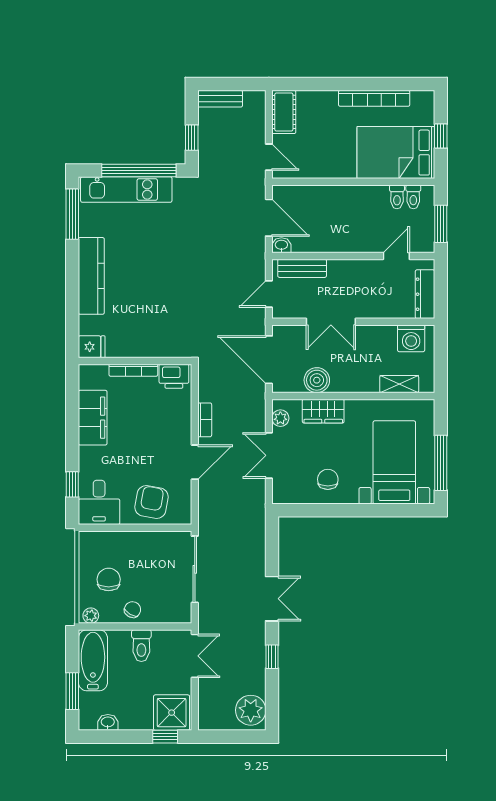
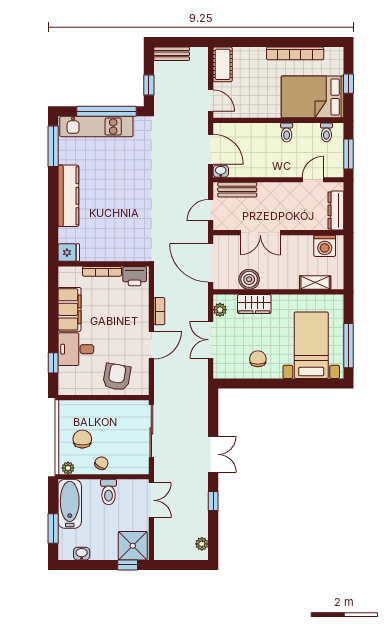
toilet: (397, 197) -> (287, 132), moved
desk: (99, 502) -> (76, 349), moved, turned 90
plant: (251, 710) -> (202, 544), width x0.53, depth x0.53

